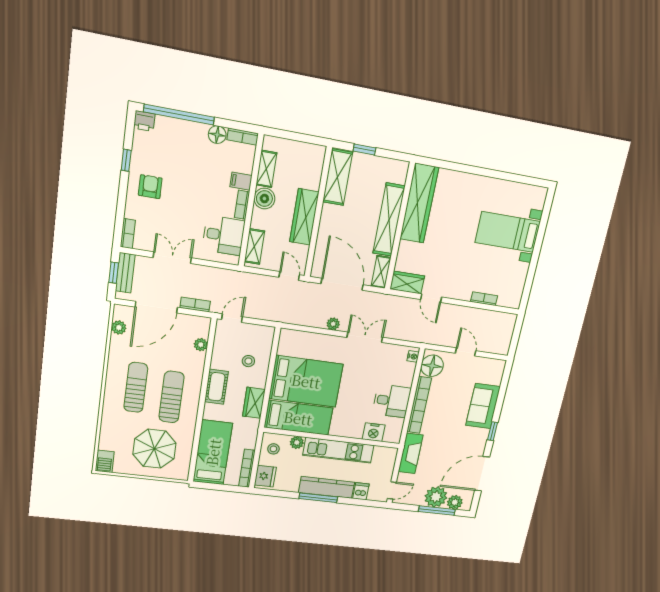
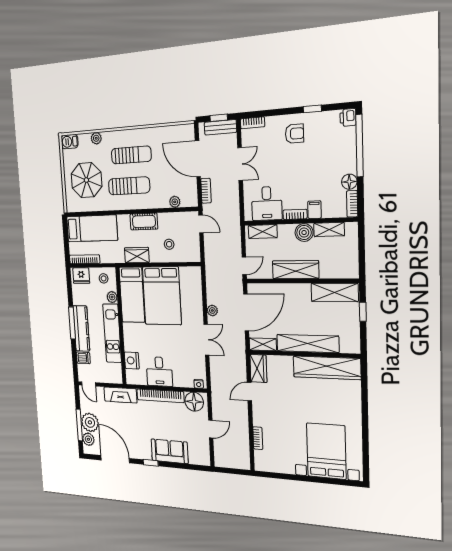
bed with nightstands: (508, 232) -> (326, 451), width x1.36
plant: (119, 327) -> (96, 138), moved

